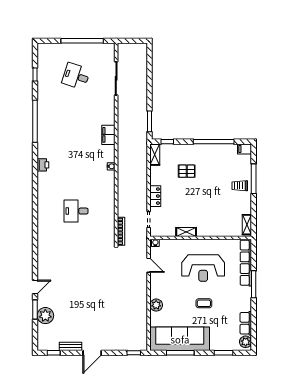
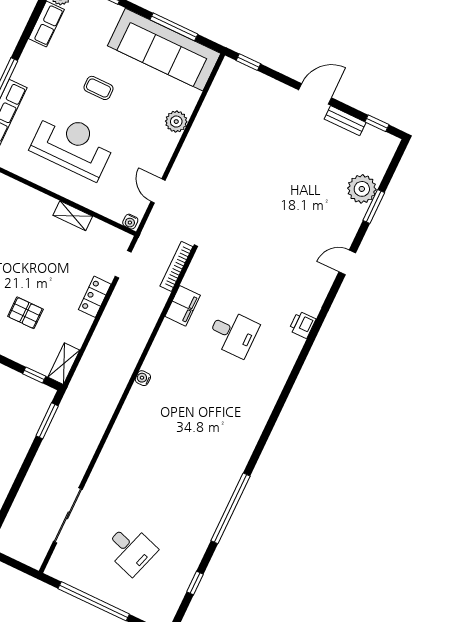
filing cabinet: (108, 135) -> (183, 306), moved
printer: (43, 165) -> (302, 325), moved
door: (35, 287) -> (347, 262), moved

